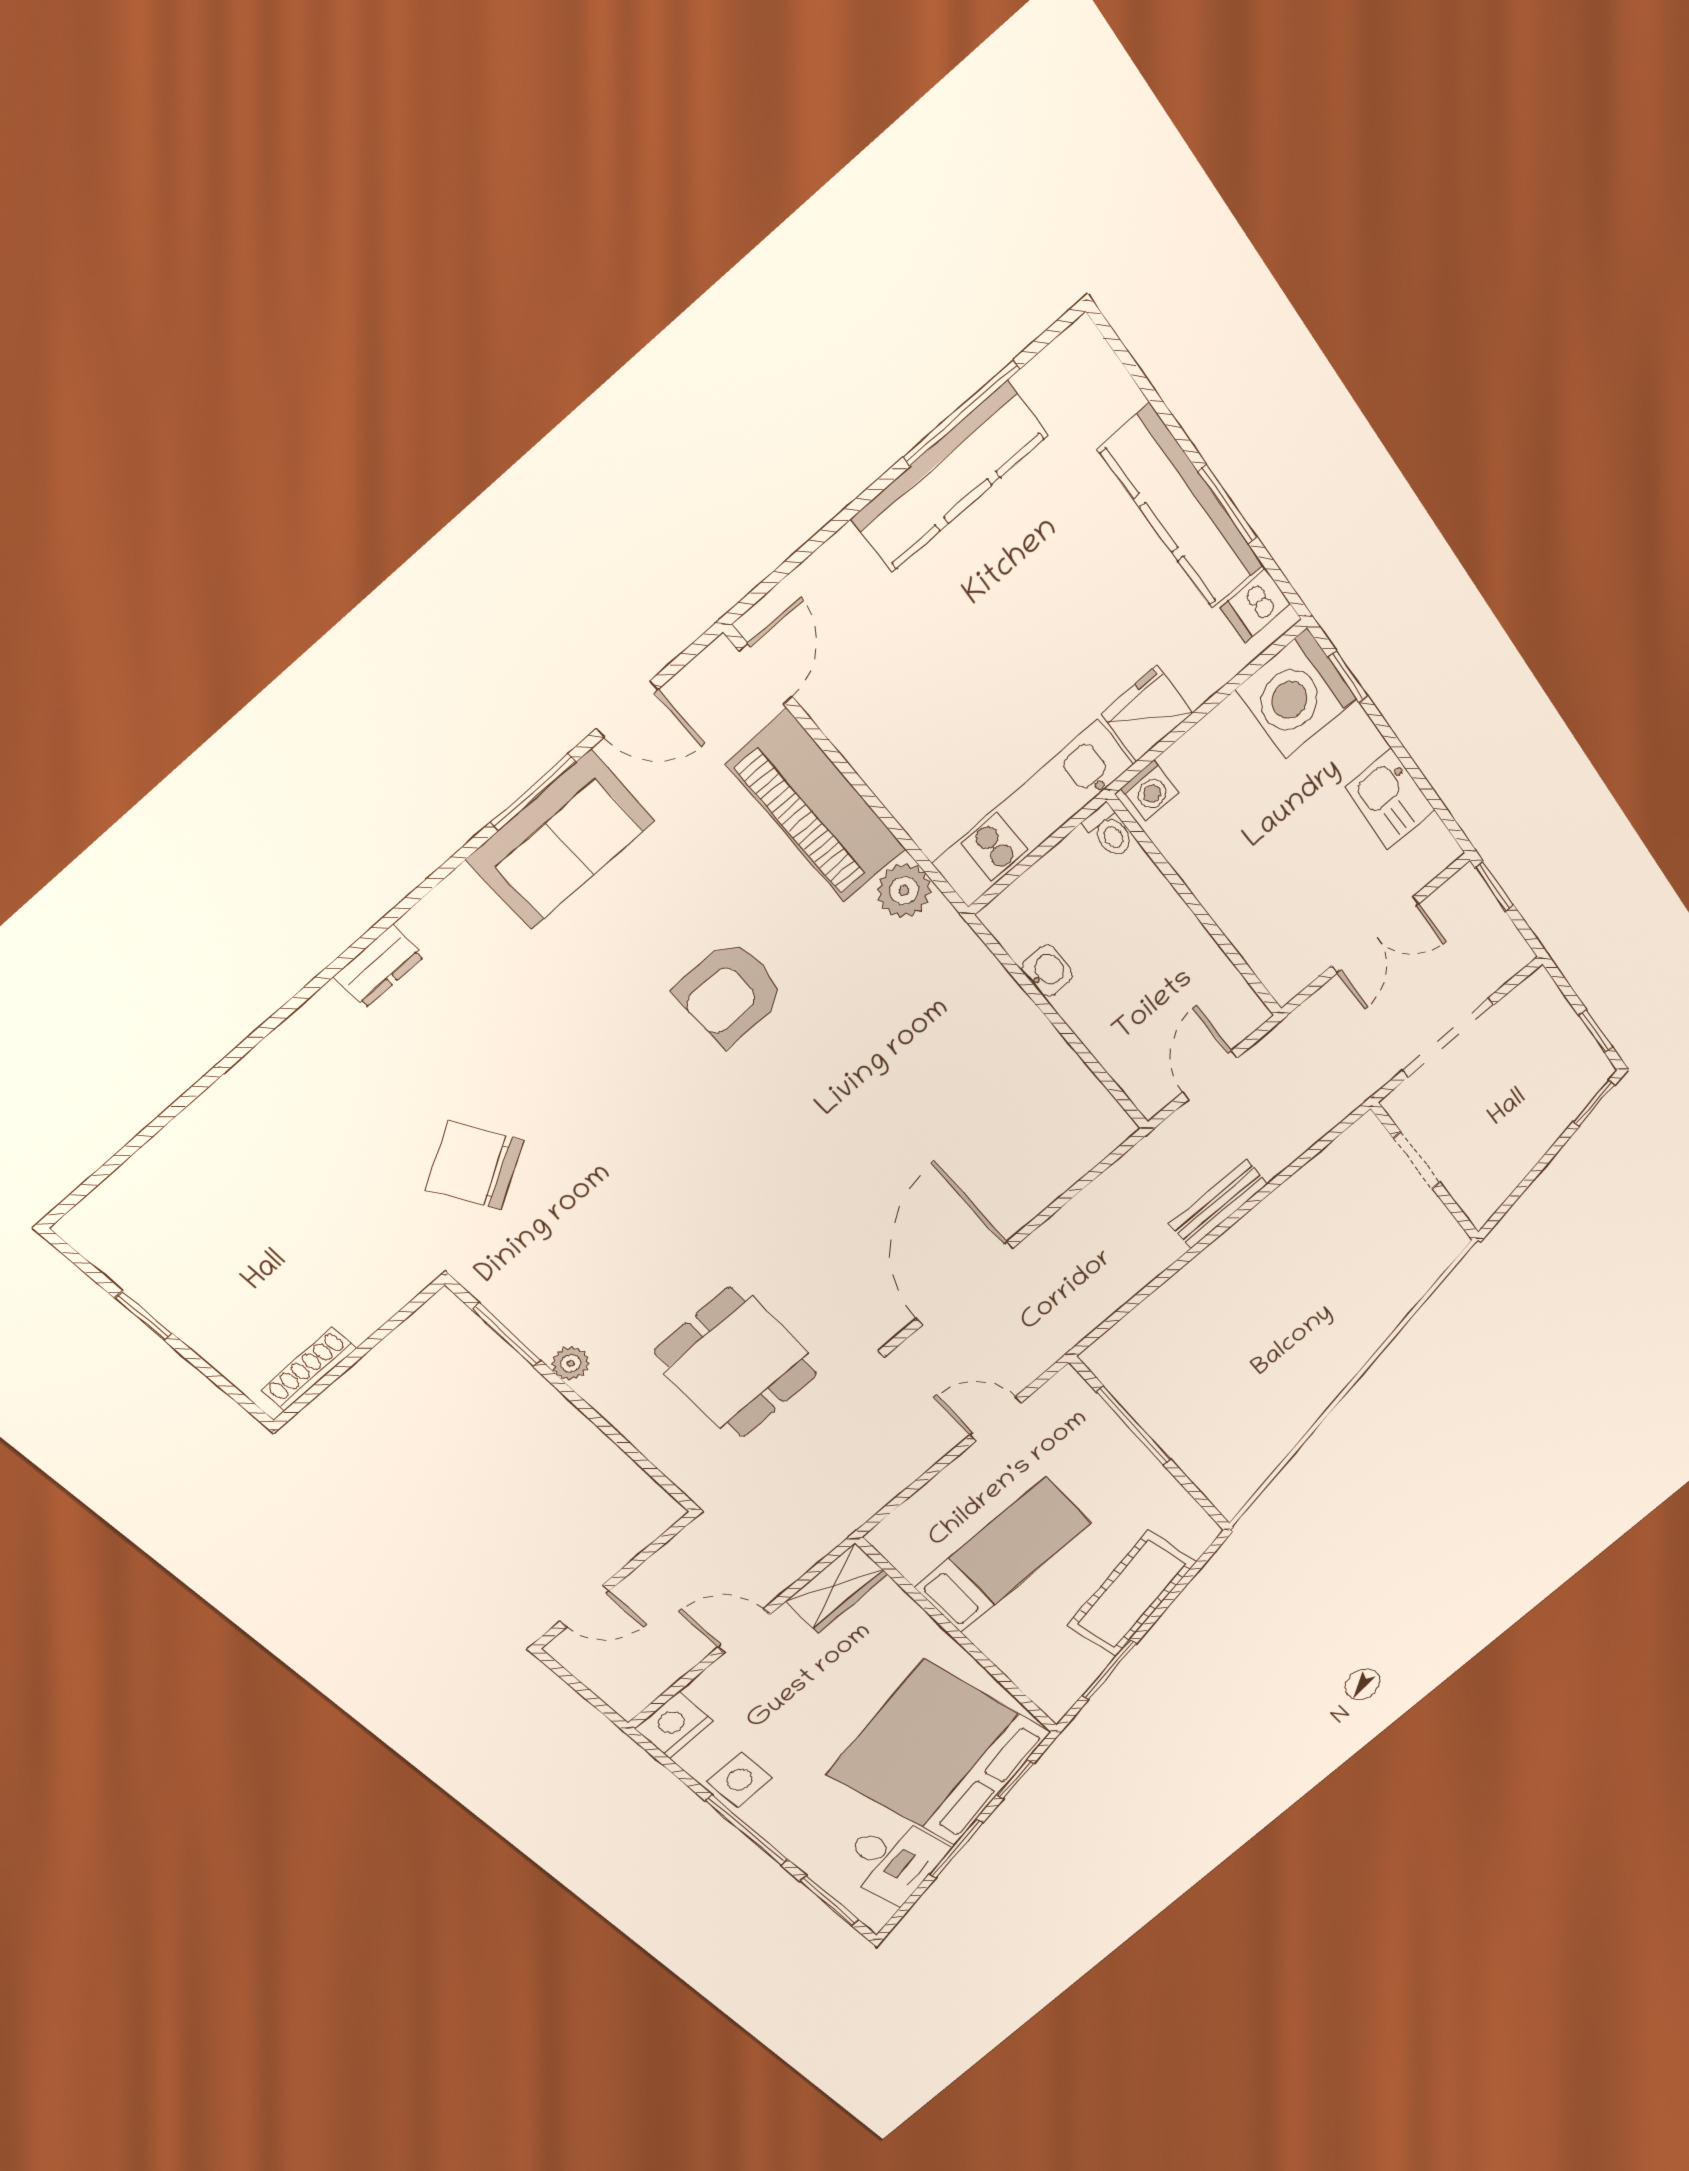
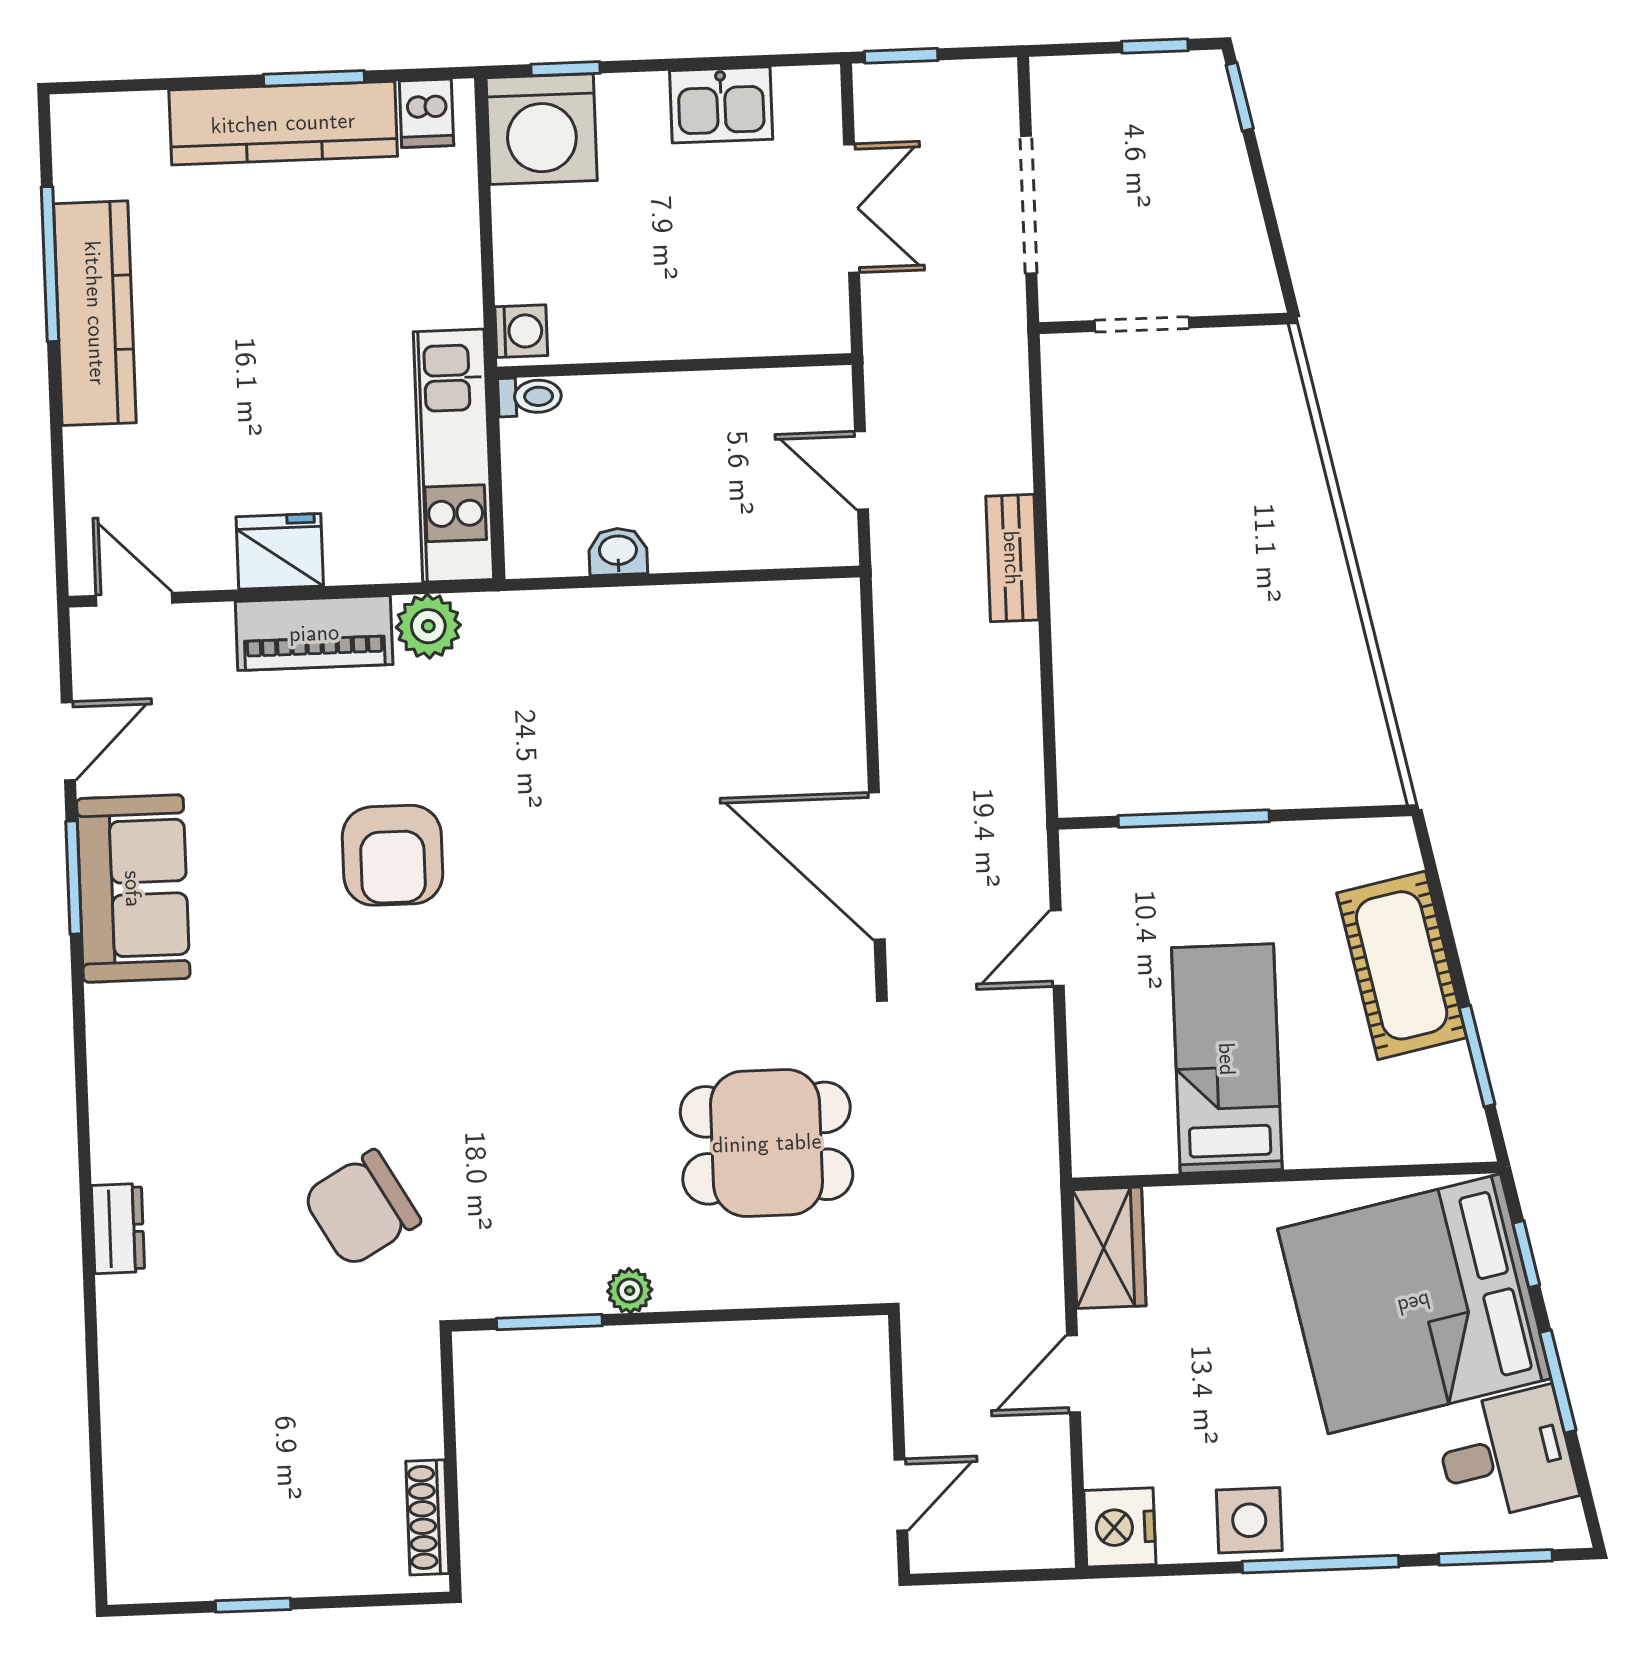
fridge: (1147, 713) -> (280, 551), moved, turned 90
piano: (817, 807) -> (314, 633), width x0.73, depth x0.75
dresser: (379, 966) -> (118, 1229), moved

